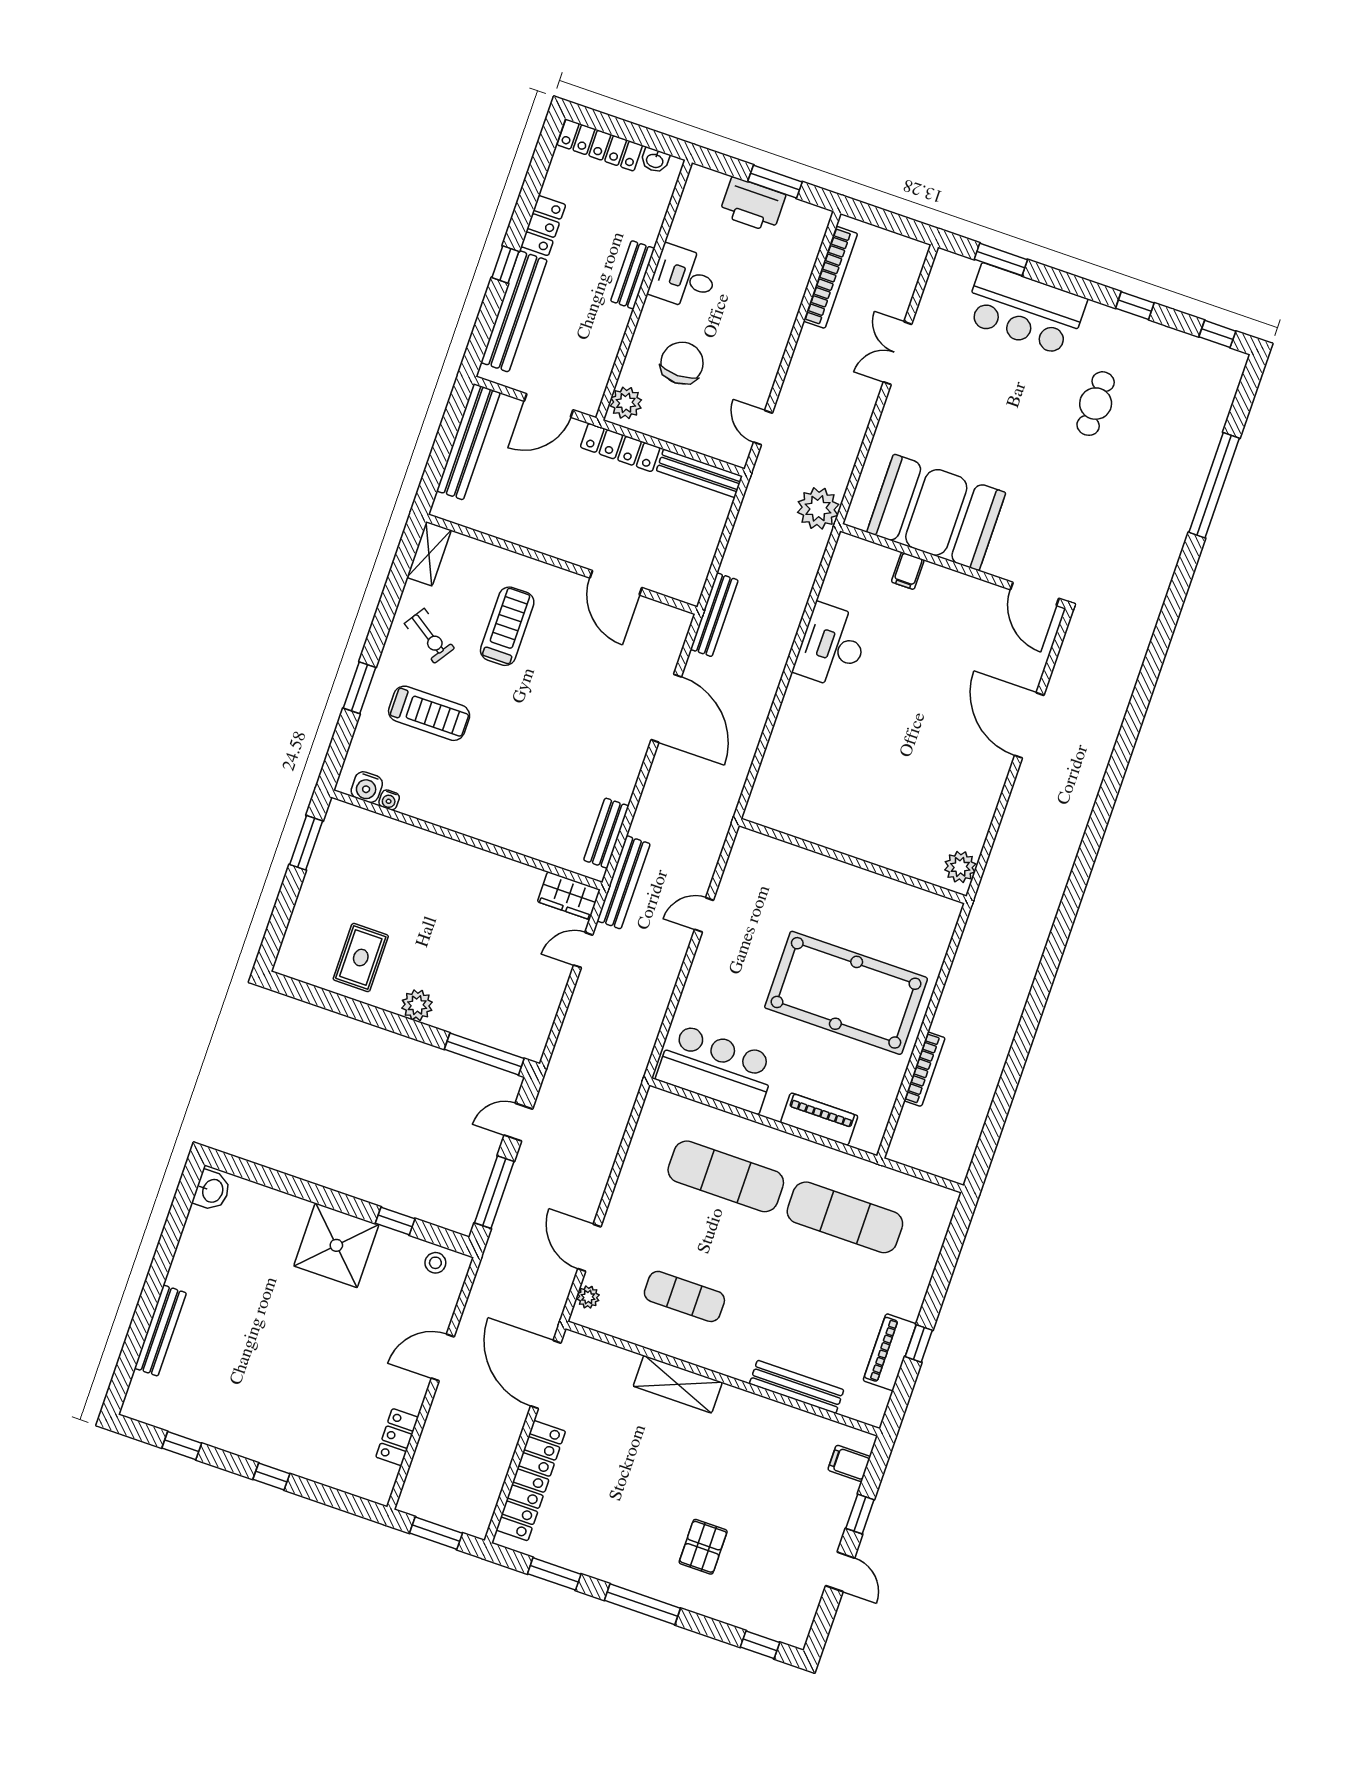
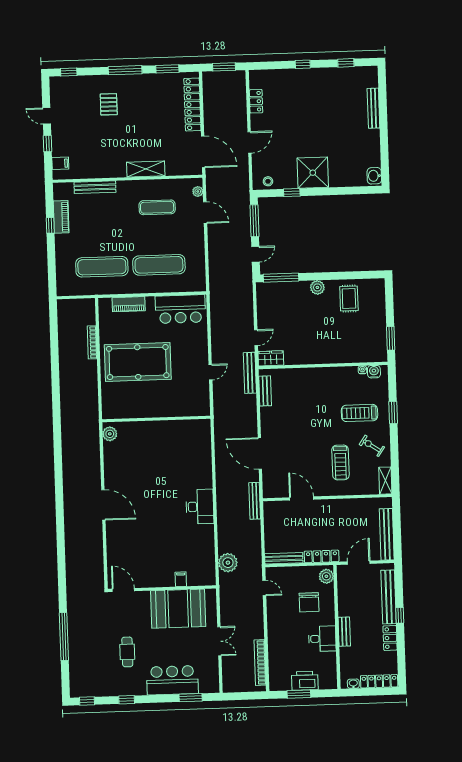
booth: (936, 512) -> (178, 609), moved
wall: (954, 566) -> (162, 589), moved
filing cabinet: (908, 571) -> (181, 579), moved
door: (1035, 594) -> (123, 590), moved

